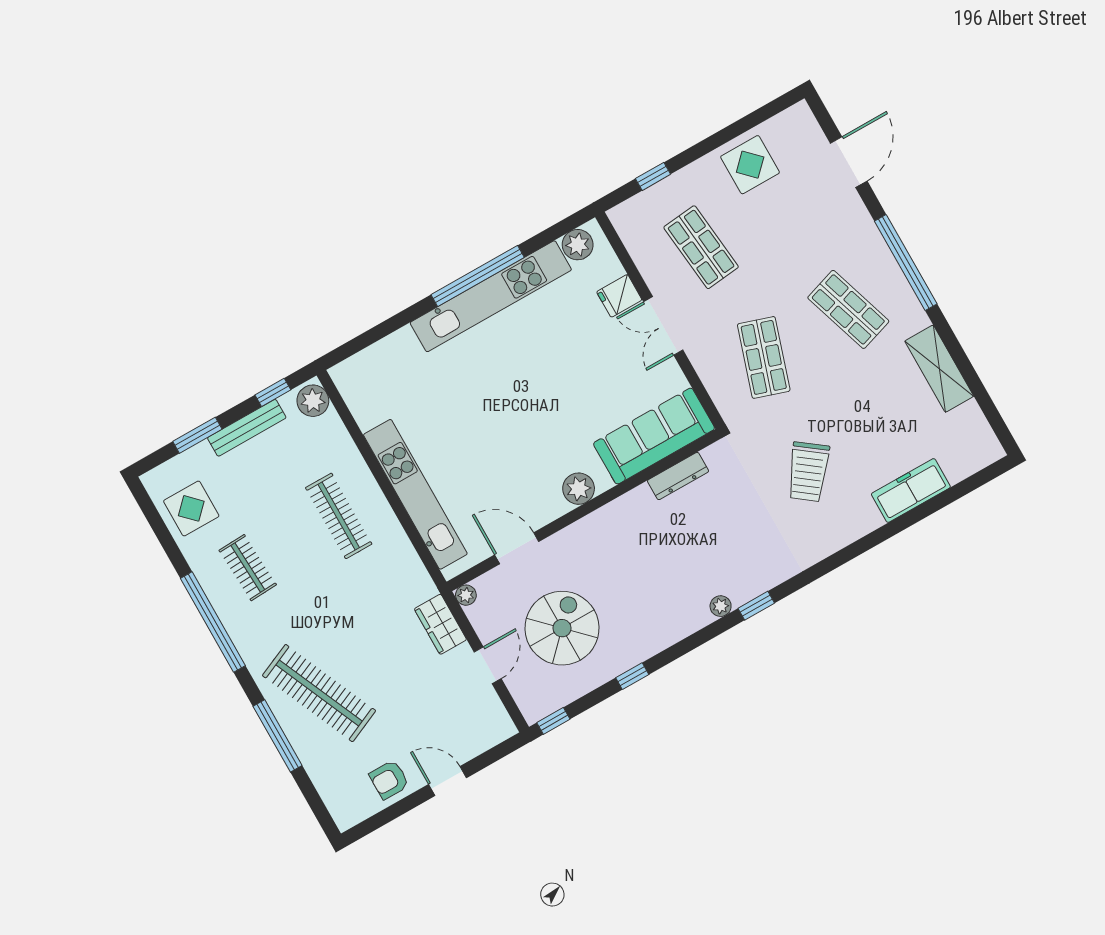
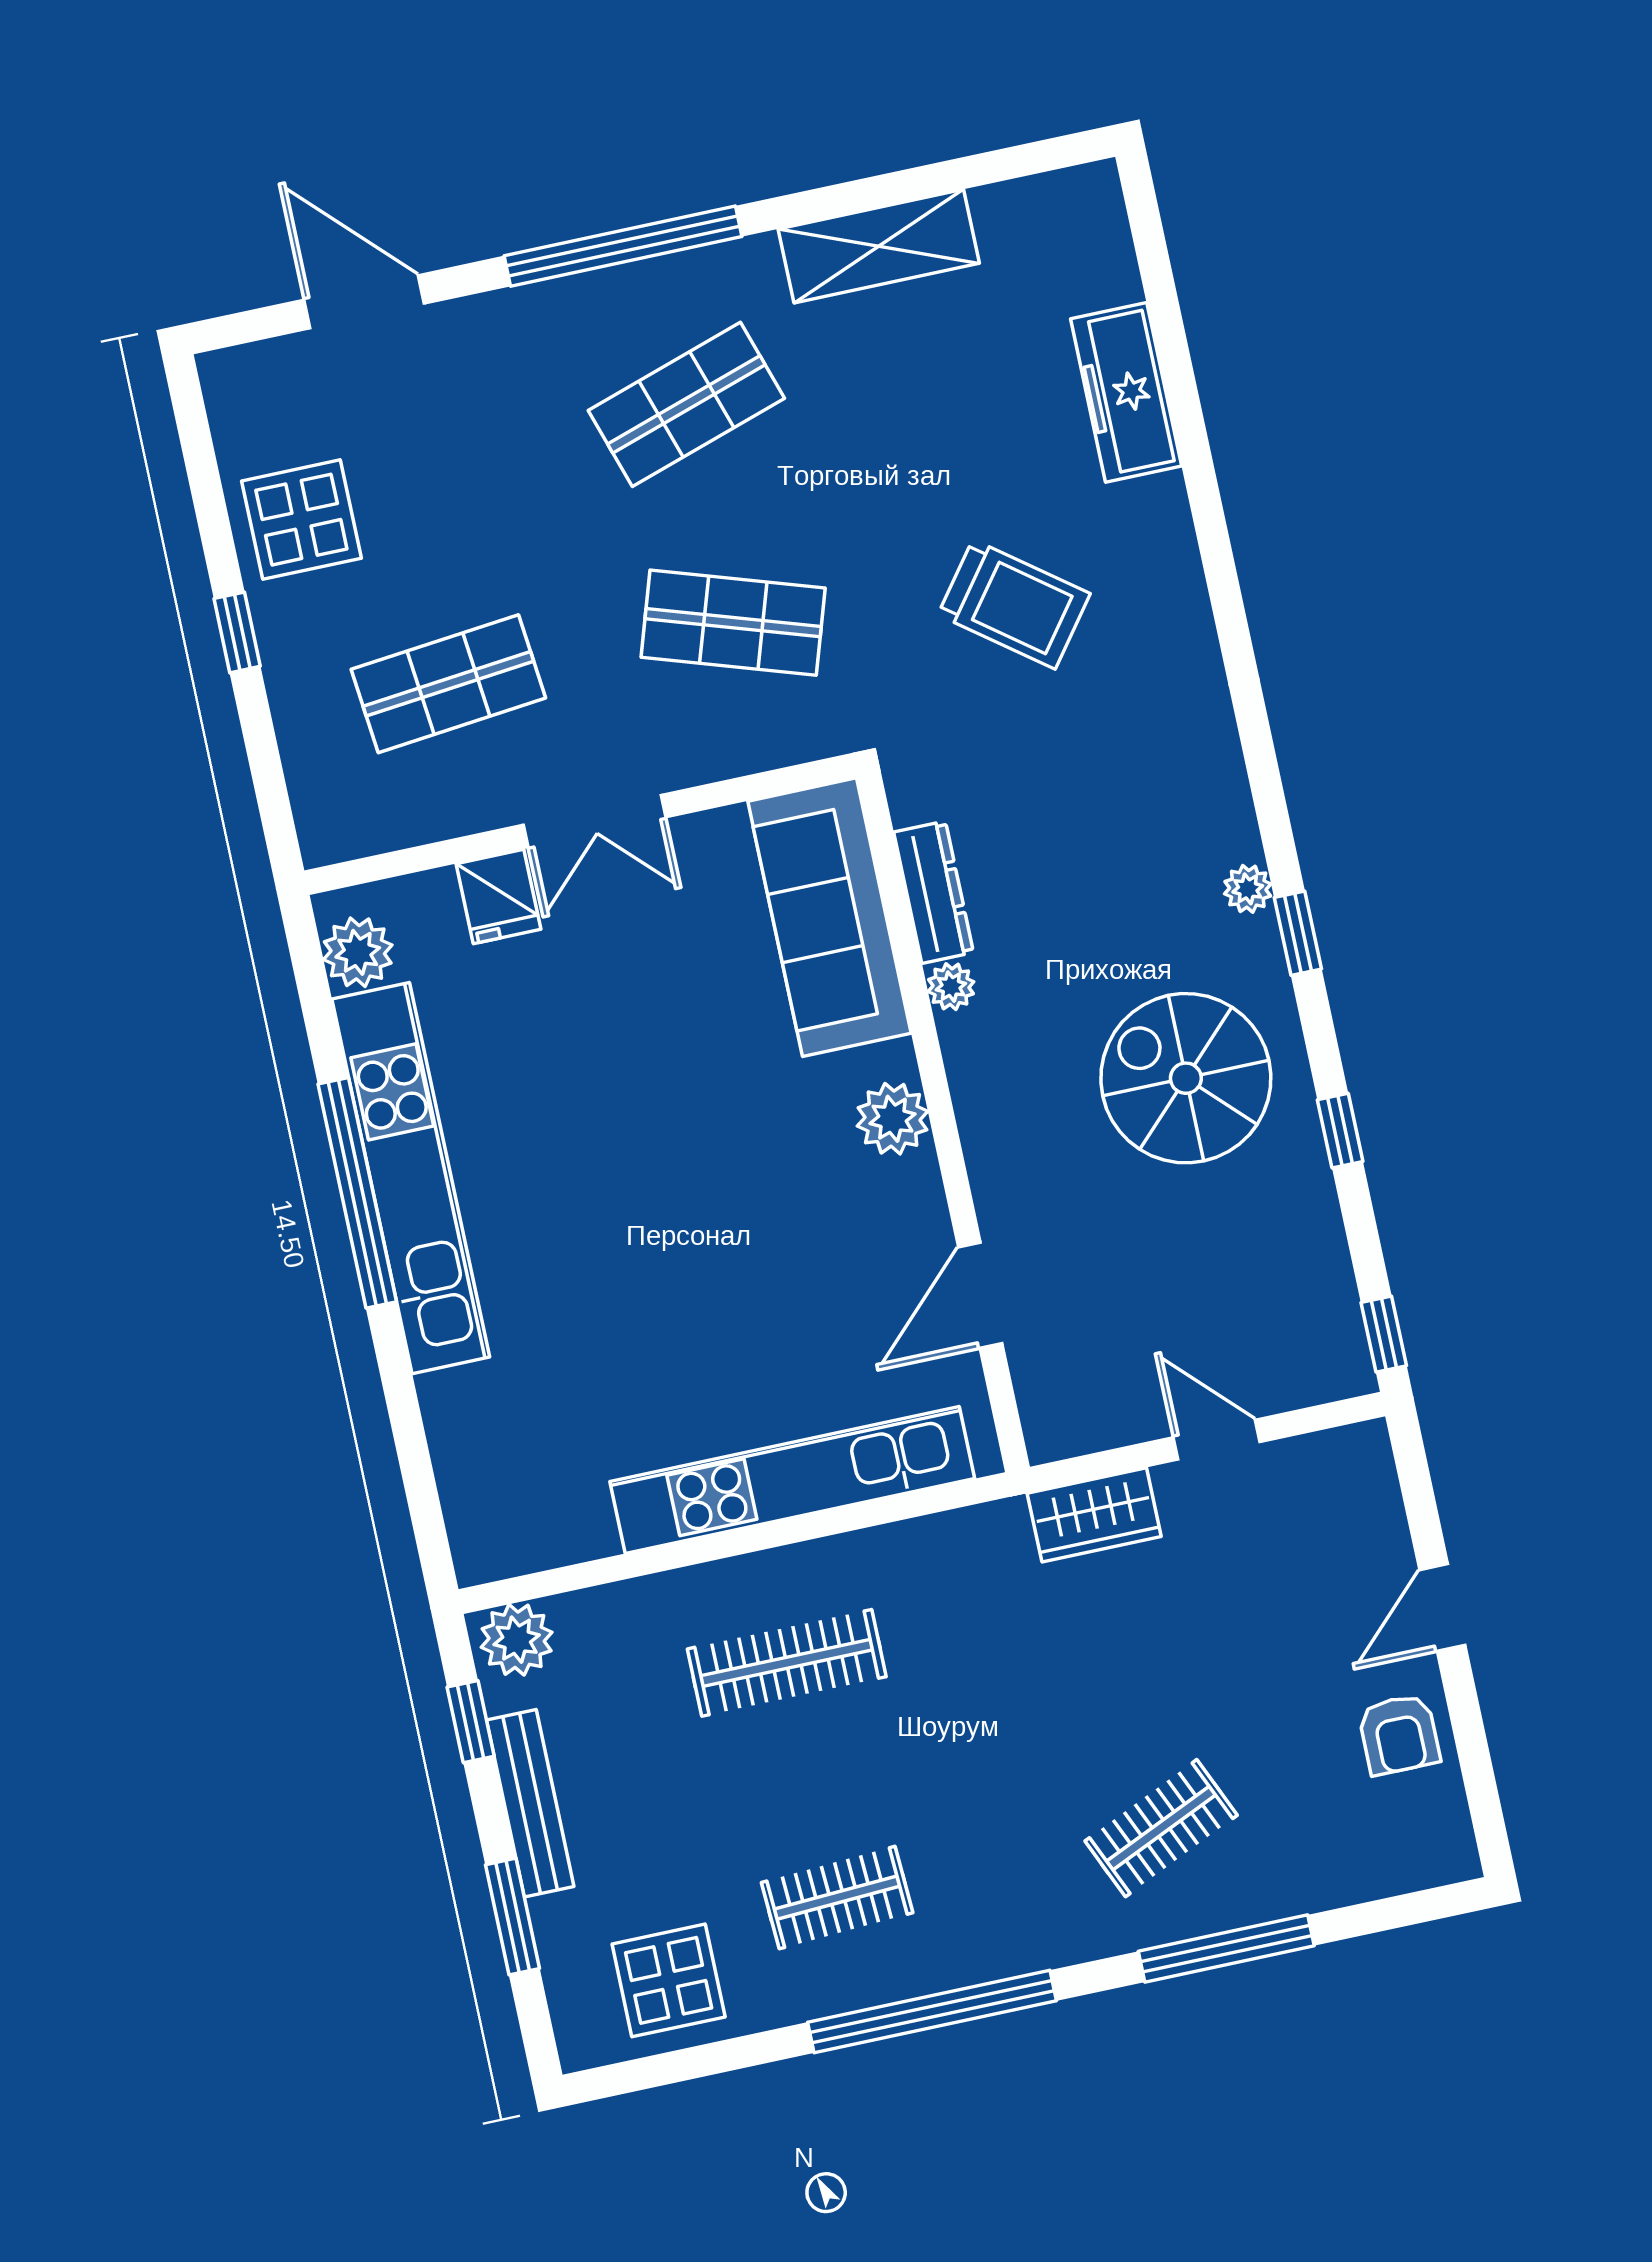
window: (653, 176) -> (237, 632), moved
plant: (466, 595) -> (951, 987), moved
window: (756, 606) -> (1298, 933), moved
spiral stairs: (562, 628) -> (1186, 1078), moved
clothes rail: (319, 693) -> (1161, 1828), width x0.54, depth x0.76

